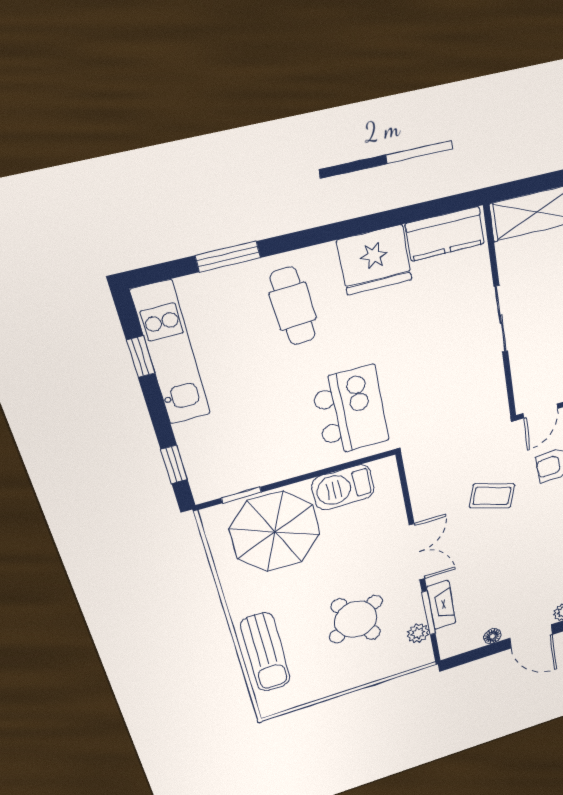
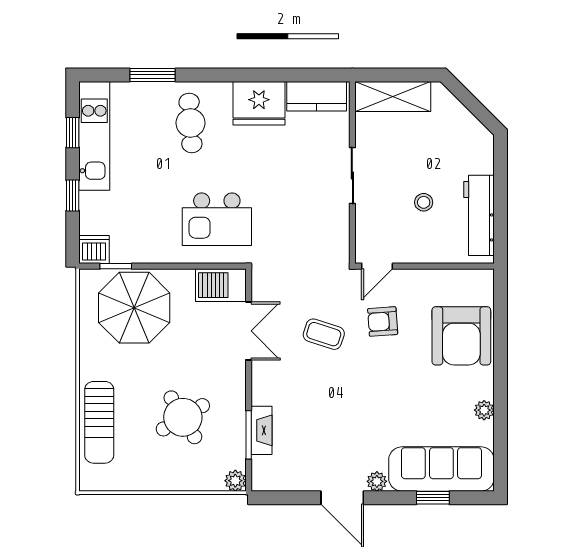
kitchen island: (350, 411) -> (217, 219), turned 90
window: (174, 464) -> (73, 196), moved
dishwasher: (209, 485) -> (94, 250), added
barbecue: (343, 487) -> (221, 285), moved
double door: (417, 552) -> (249, 331), moved
plant: (418, 633) -> (235, 481), moved
floor lamp: (492, 636) -> (304, 483), removed

